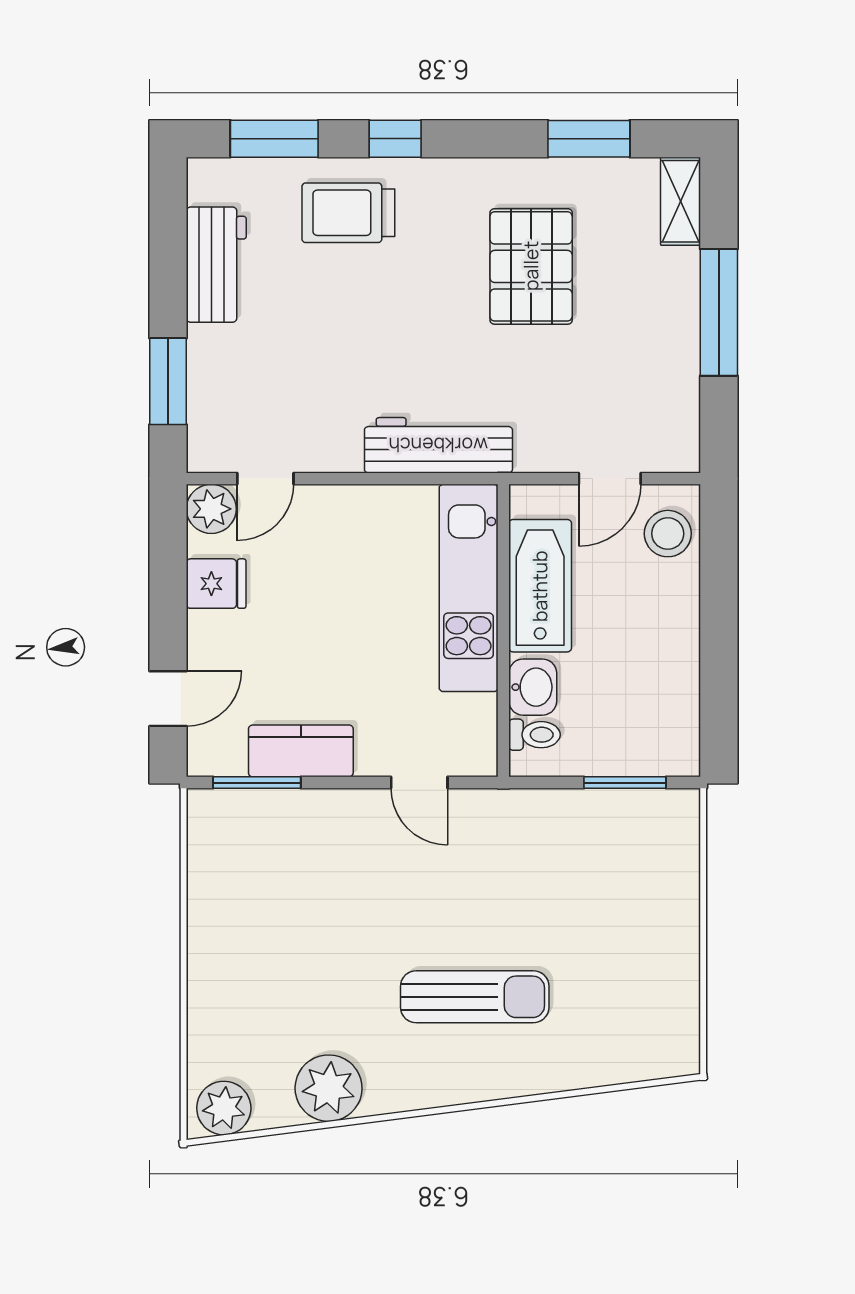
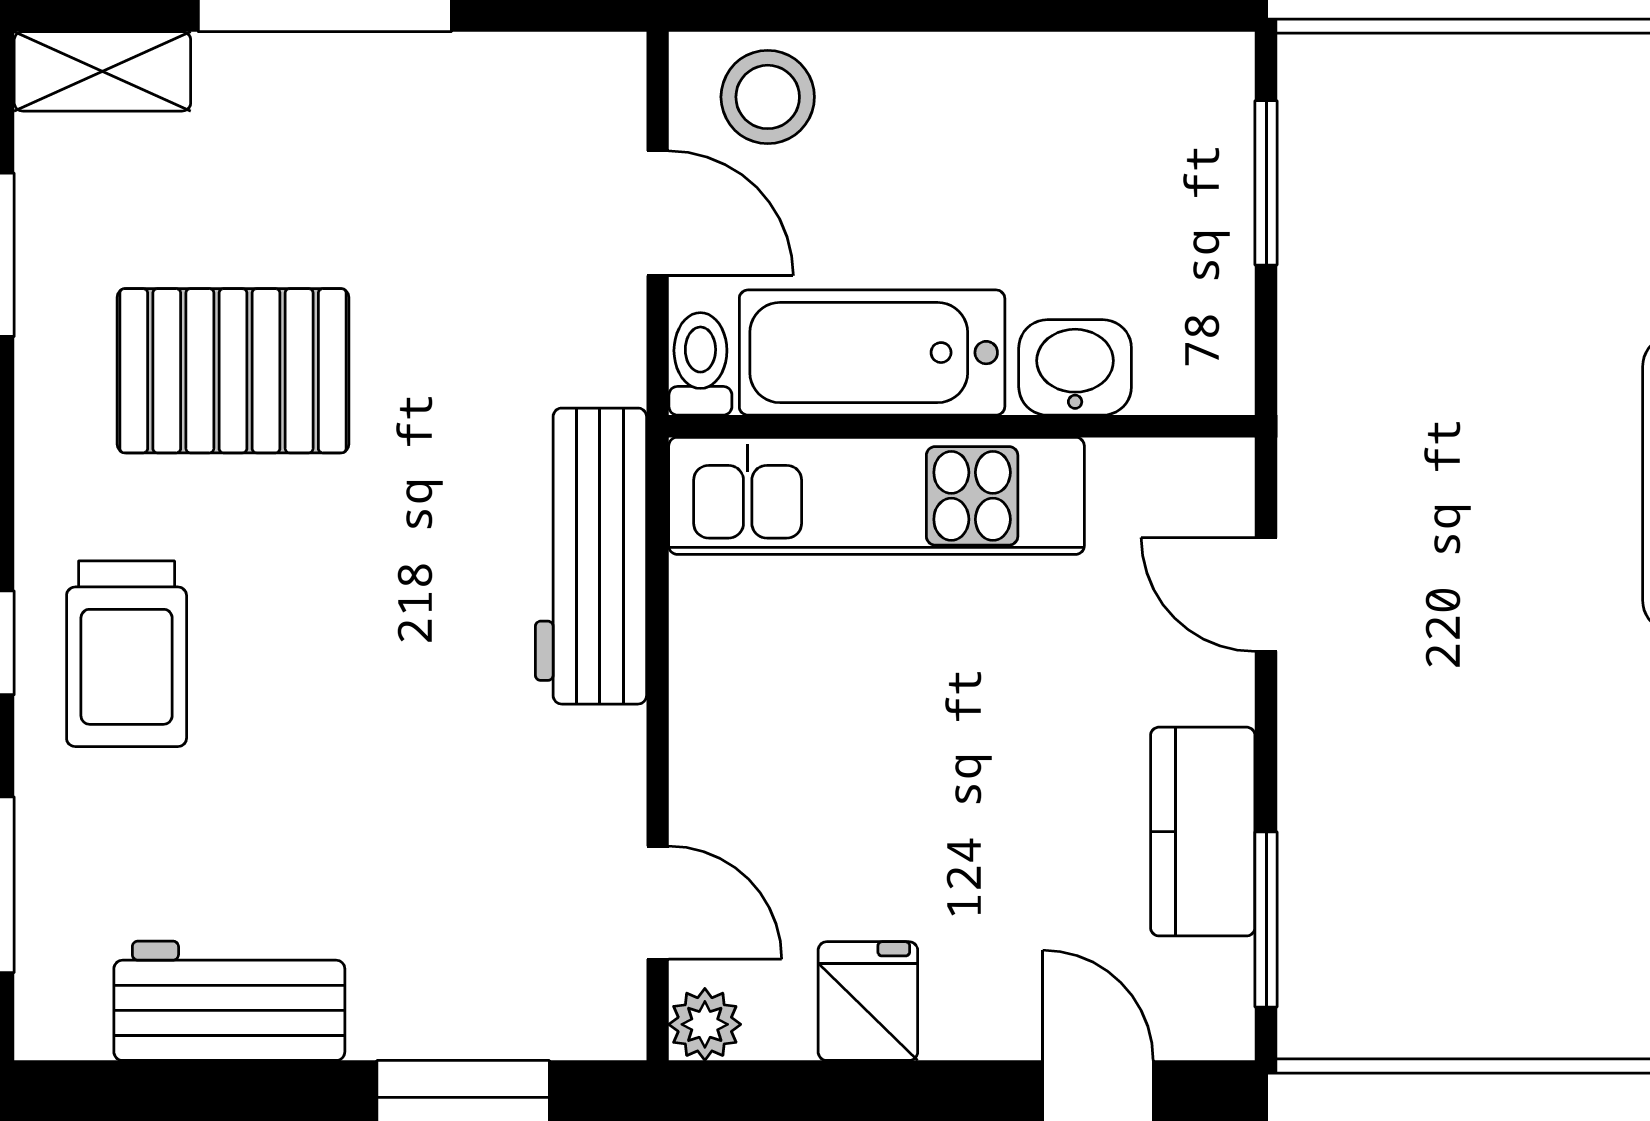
trolley: (348, 213) -> (127, 654), moved
plant: (211, 509) -> (705, 1024), width x0.73, depth x0.73
toilet: (534, 735) -> (700, 364), moved
door: (419, 783) -> (1266, 595), swing flipped

